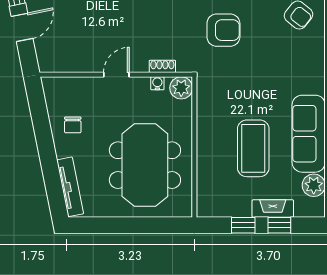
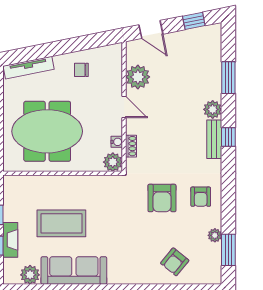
door: (22, 27) -> (151, 29), moved
plant: (81, 58) -> (138, 77), added

